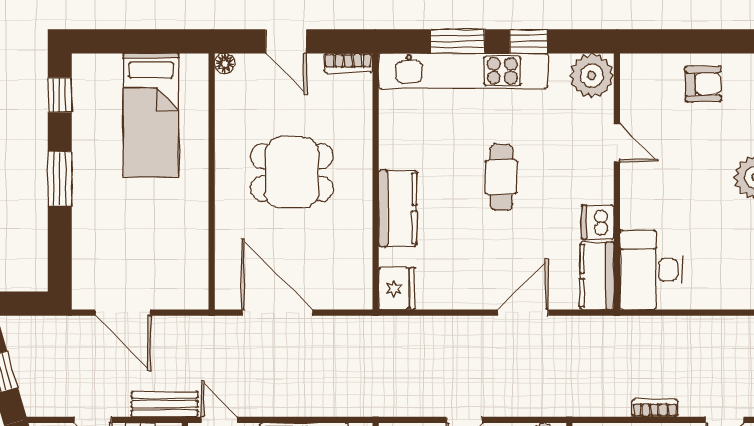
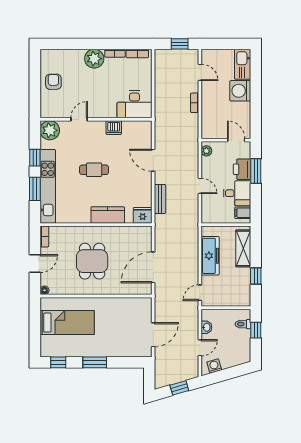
kitchen counter: (597, 276) -> (137, 128), removed
bench: (164, 404) -> (160, 199), moved

